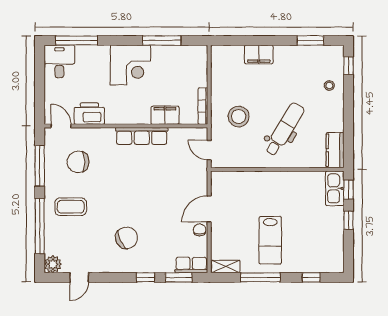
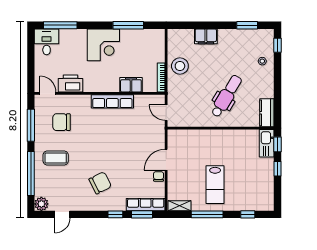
stool: (239, 117) -> (180, 66), moved
row of seats: (191, 265) -> (146, 205), width x1.48

